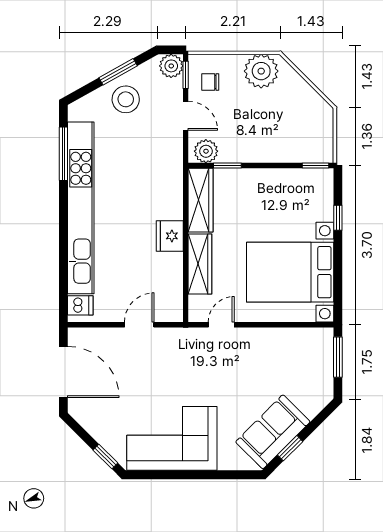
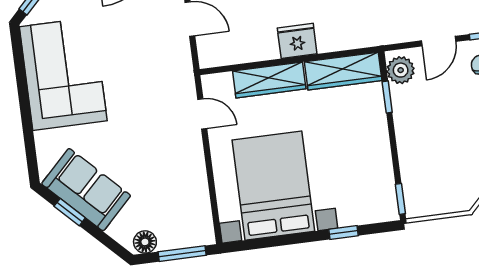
floor lamp: (324, 388) -> (145, 242), added

